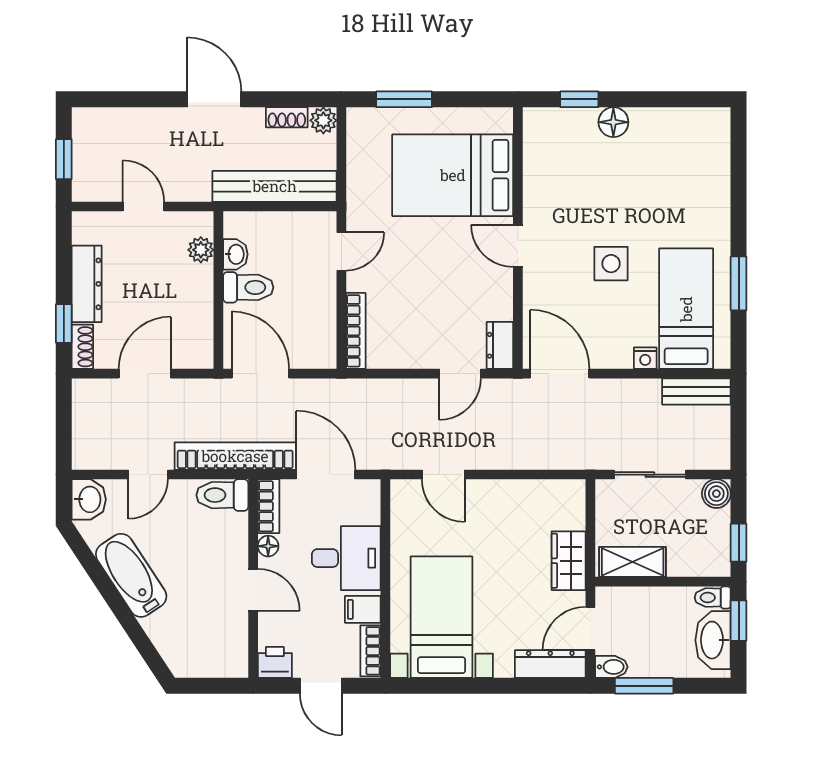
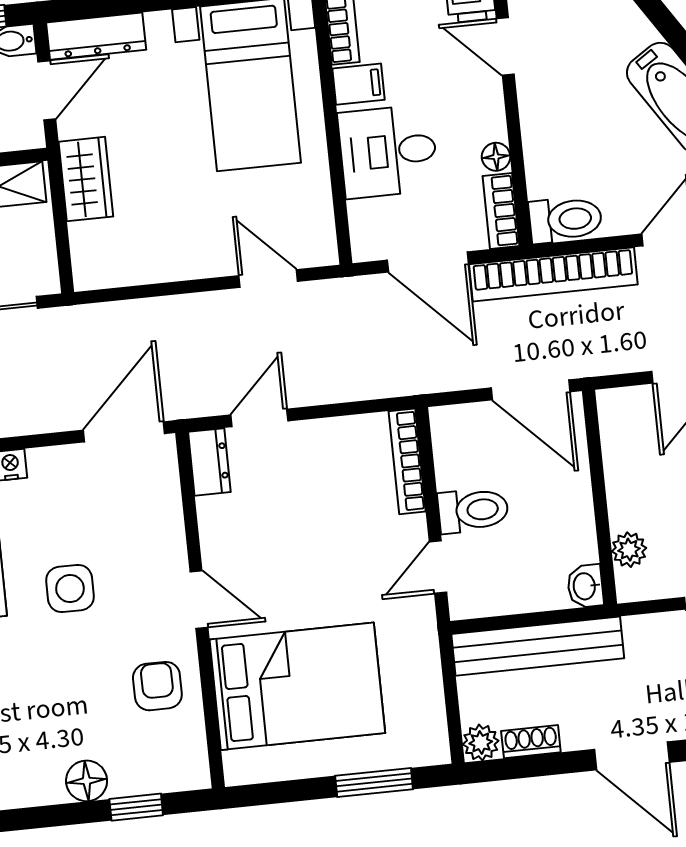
armchair: (555, 186) -> (157, 686), added
washbasin: (235, 254) -> (585, 586), moved
toilet: (248, 287) -> (473, 510), moved, turned 180
door: (560, 374) -> (124, 432), swing flipped
door: (253, 590) -> (505, 47), moved

